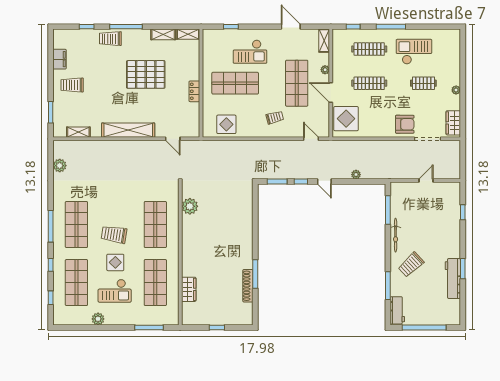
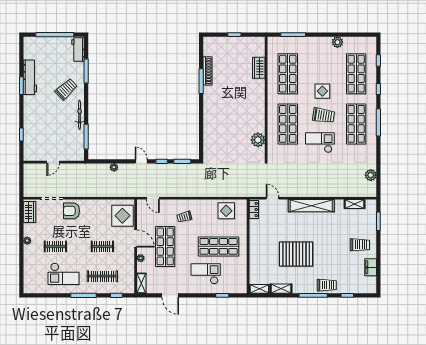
clothes rail: (369, 83) -> (102, 246), width x0.73
locker: (194, 91) -> (254, 209), moved
checkout: (115, 291) -> (320, 143), moved

